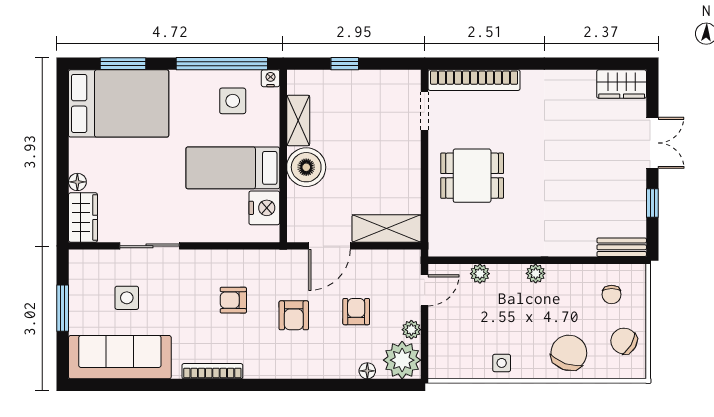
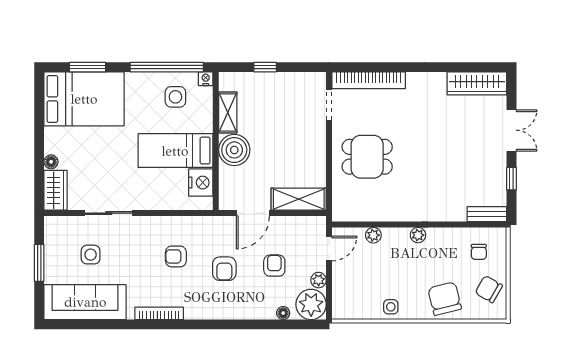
wardrobe: (622, 84) -> (477, 83), width x1.50
chair: (569, 353) -> (445, 299), turned -33

